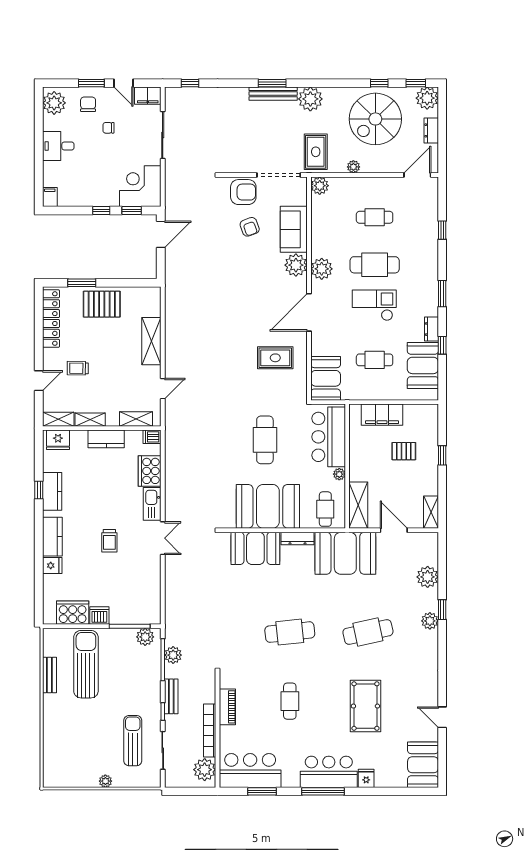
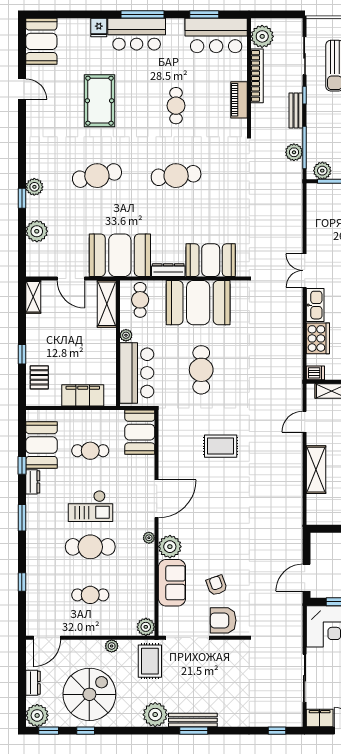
plant: (322, 269) -> (149, 538), width x0.53, depth x0.53
rug: (275, 358) -> (221, 446), moved
pallet: (404, 451) -> (39, 377), moved, turned 90

